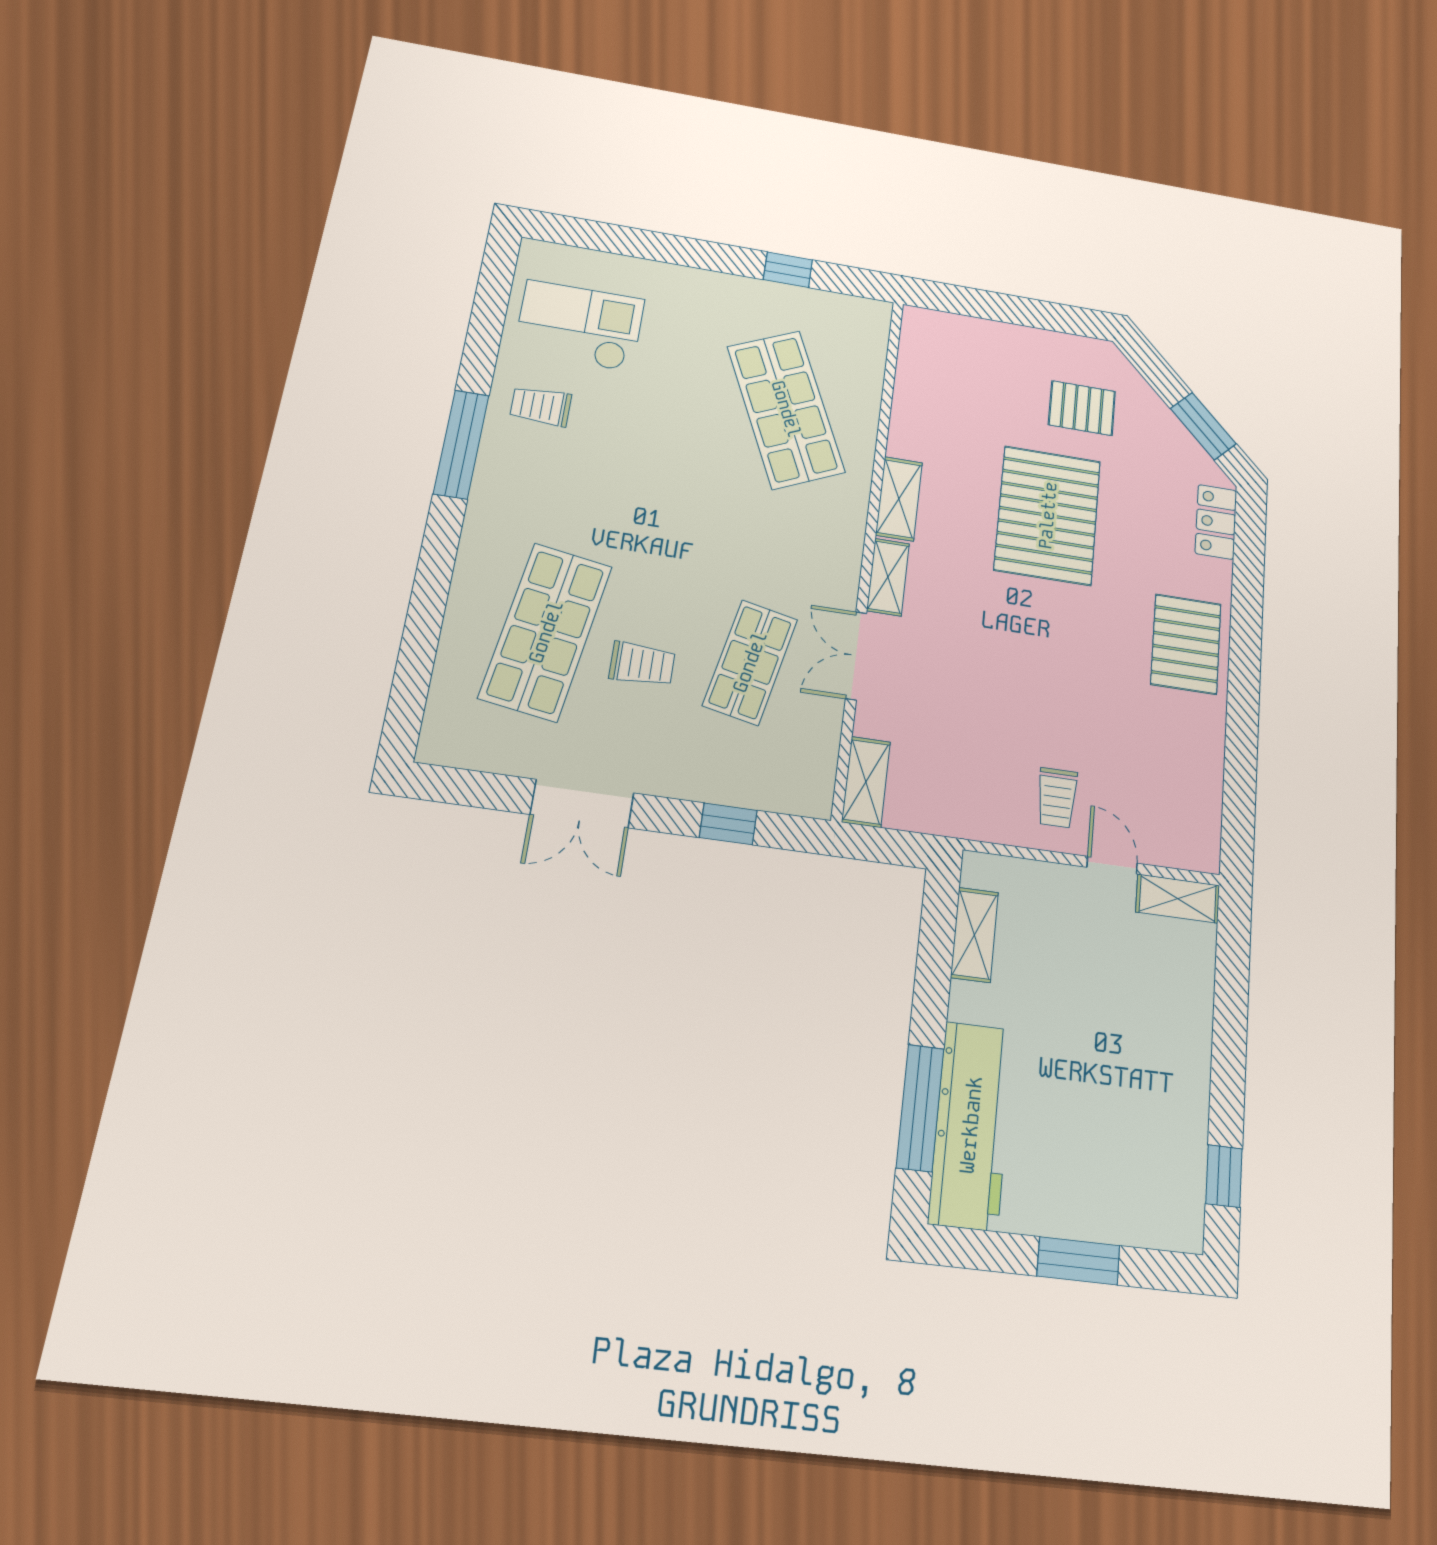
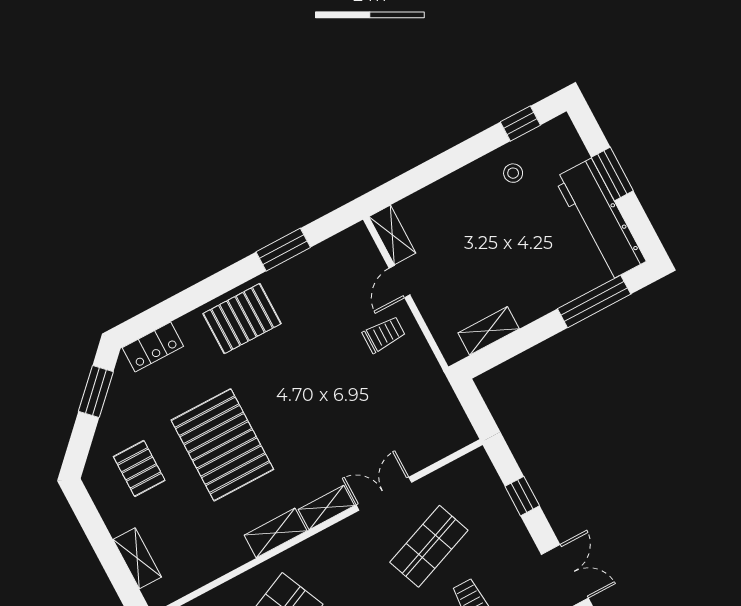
pallet: (1048, 515) -> (222, 445), turned 90
double door: (856, 656) -> (384, 494), swing flipped
shop shelf: (750, 662) -> (429, 546), turned -33
window: (1241, 751) -> (283, 250), added
shelving: (866, 782) -> (137, 558), moved, turned 90
stool: (1163, 1118) -> (513, 173), added
workbench: (971, 1125) -> (600, 220), moved, turned -90

